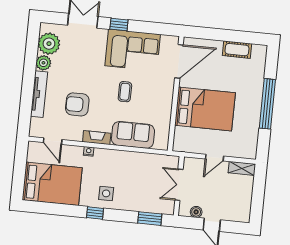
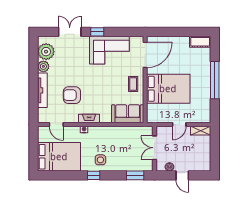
cot: (237, 50) -> (200, 42), moved
coffee table: (125, 92) -> (133, 84), moved
sofa: (133, 135) -> (128, 114), moved

